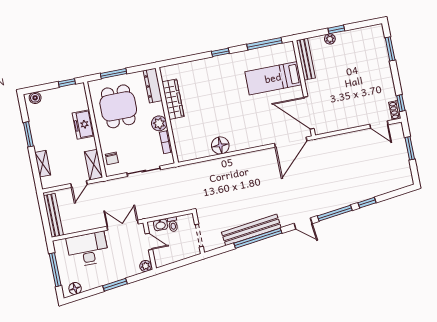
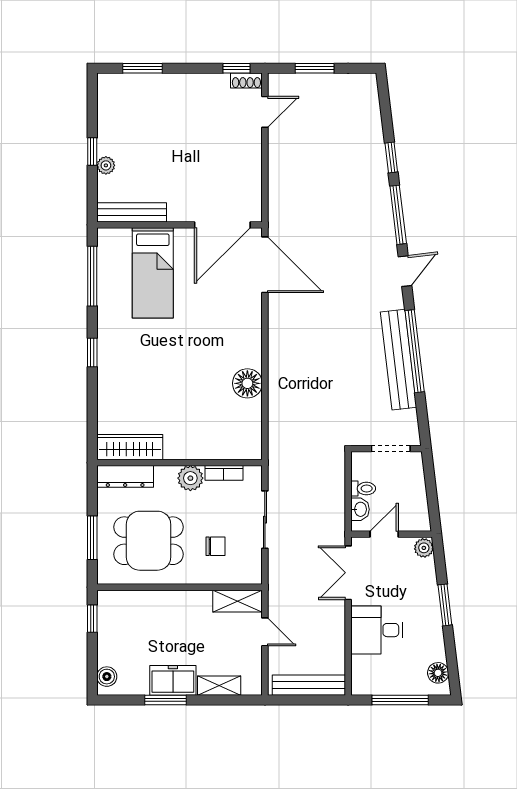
wardrobe: (173, 99) -> (130, 447), moved
freezer: (83, 124) -> (173, 680), moved, turned 180
chair: (112, 158) -> (216, 546), moved
desk: (88, 249) -> (377, 630), width x0.73

